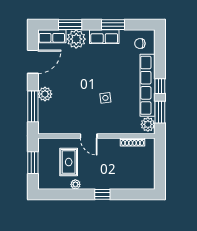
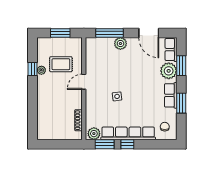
window: (102, 194) -> (33, 69), moved

